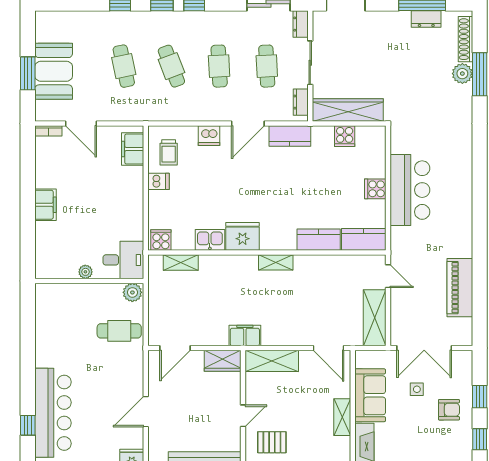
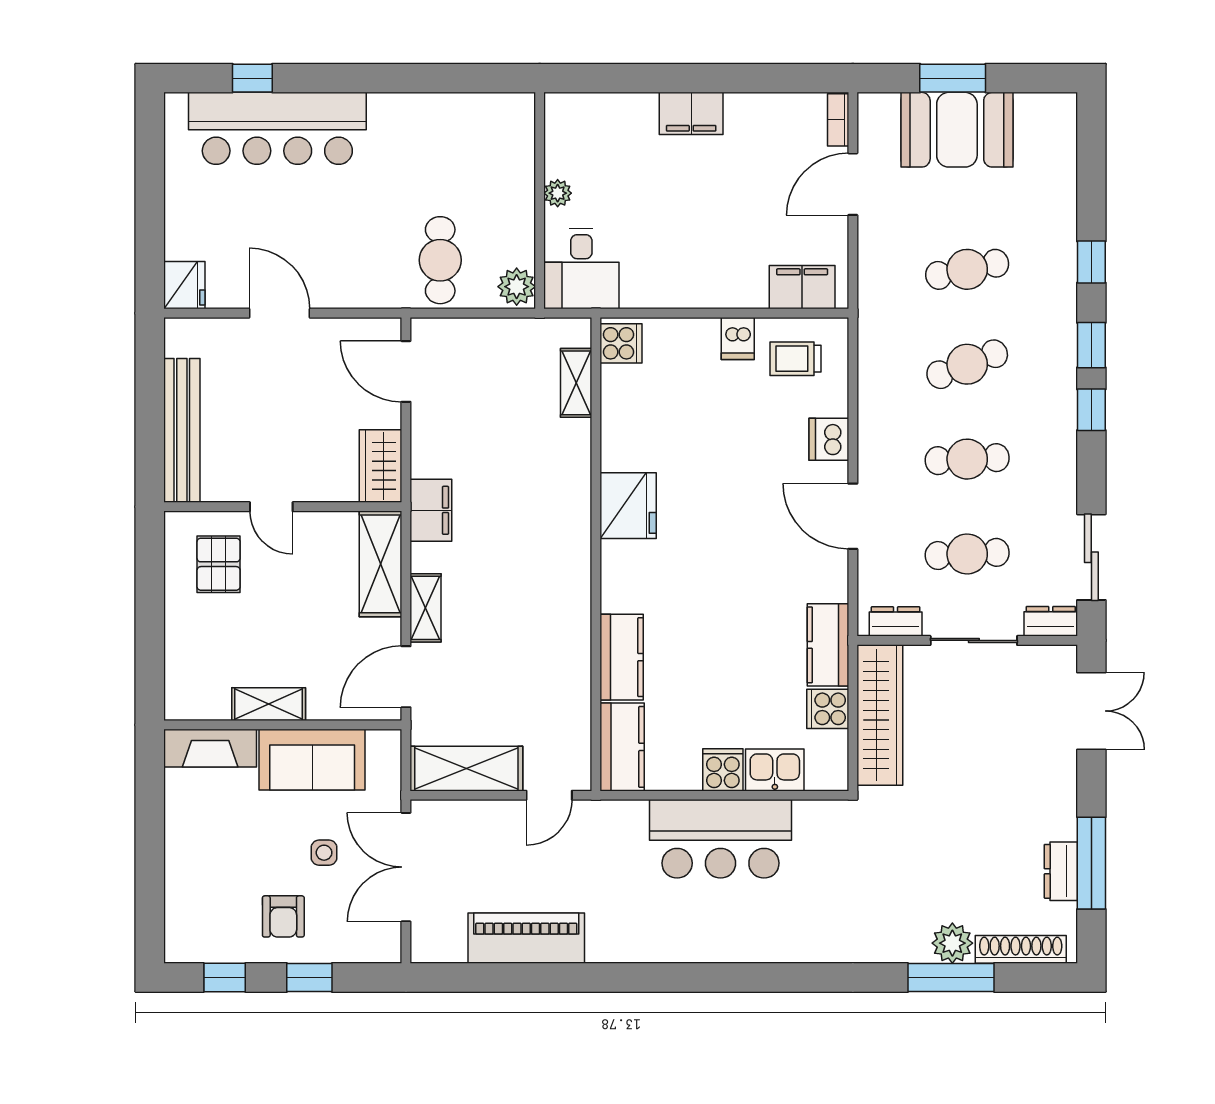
kitchen counter: (290, 136) -> (828, 645), moved
kitchen sink: (210, 240) -> (775, 770), moved, turned -90
shelving: (276, 262) -> (426, 608), moved

